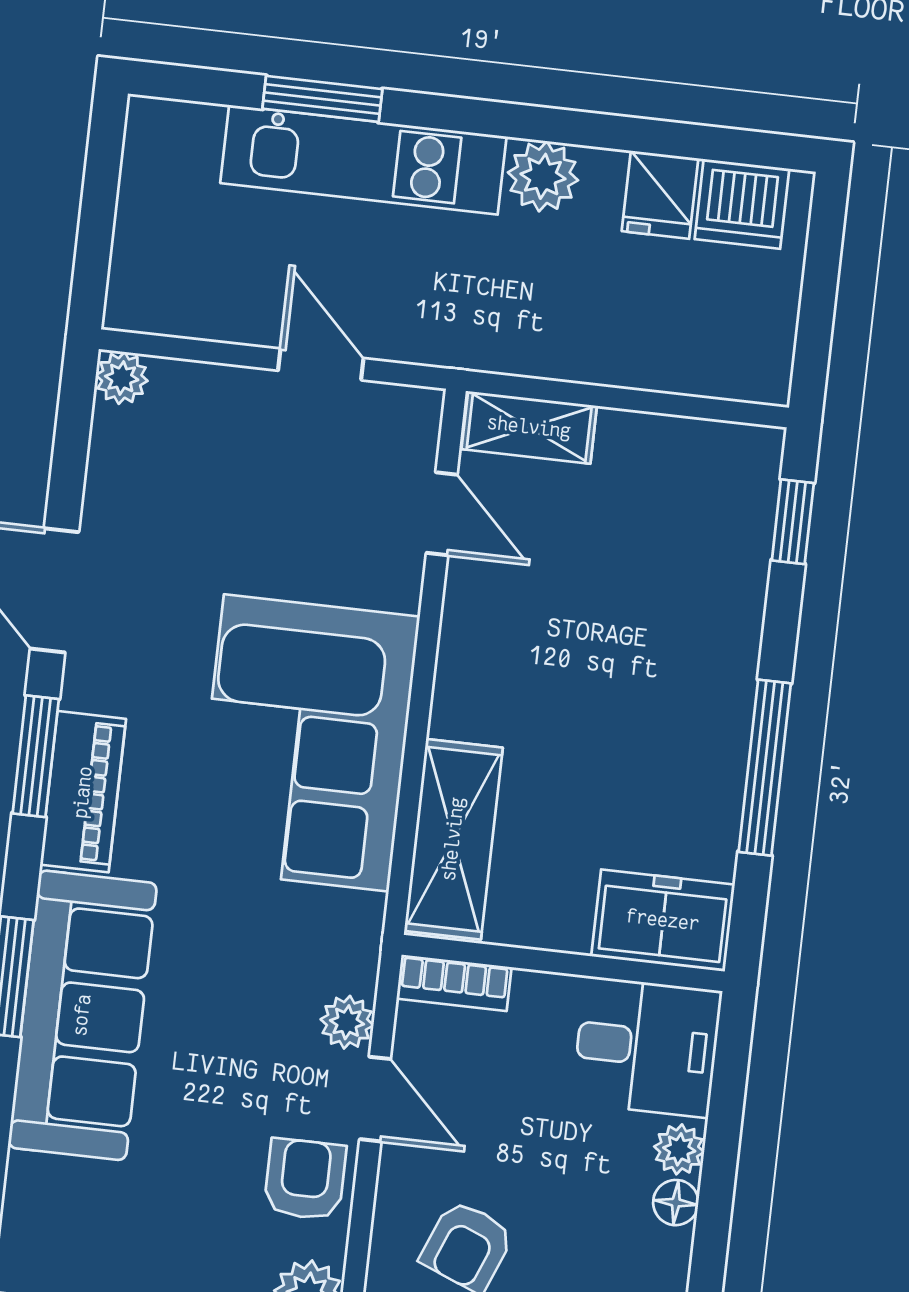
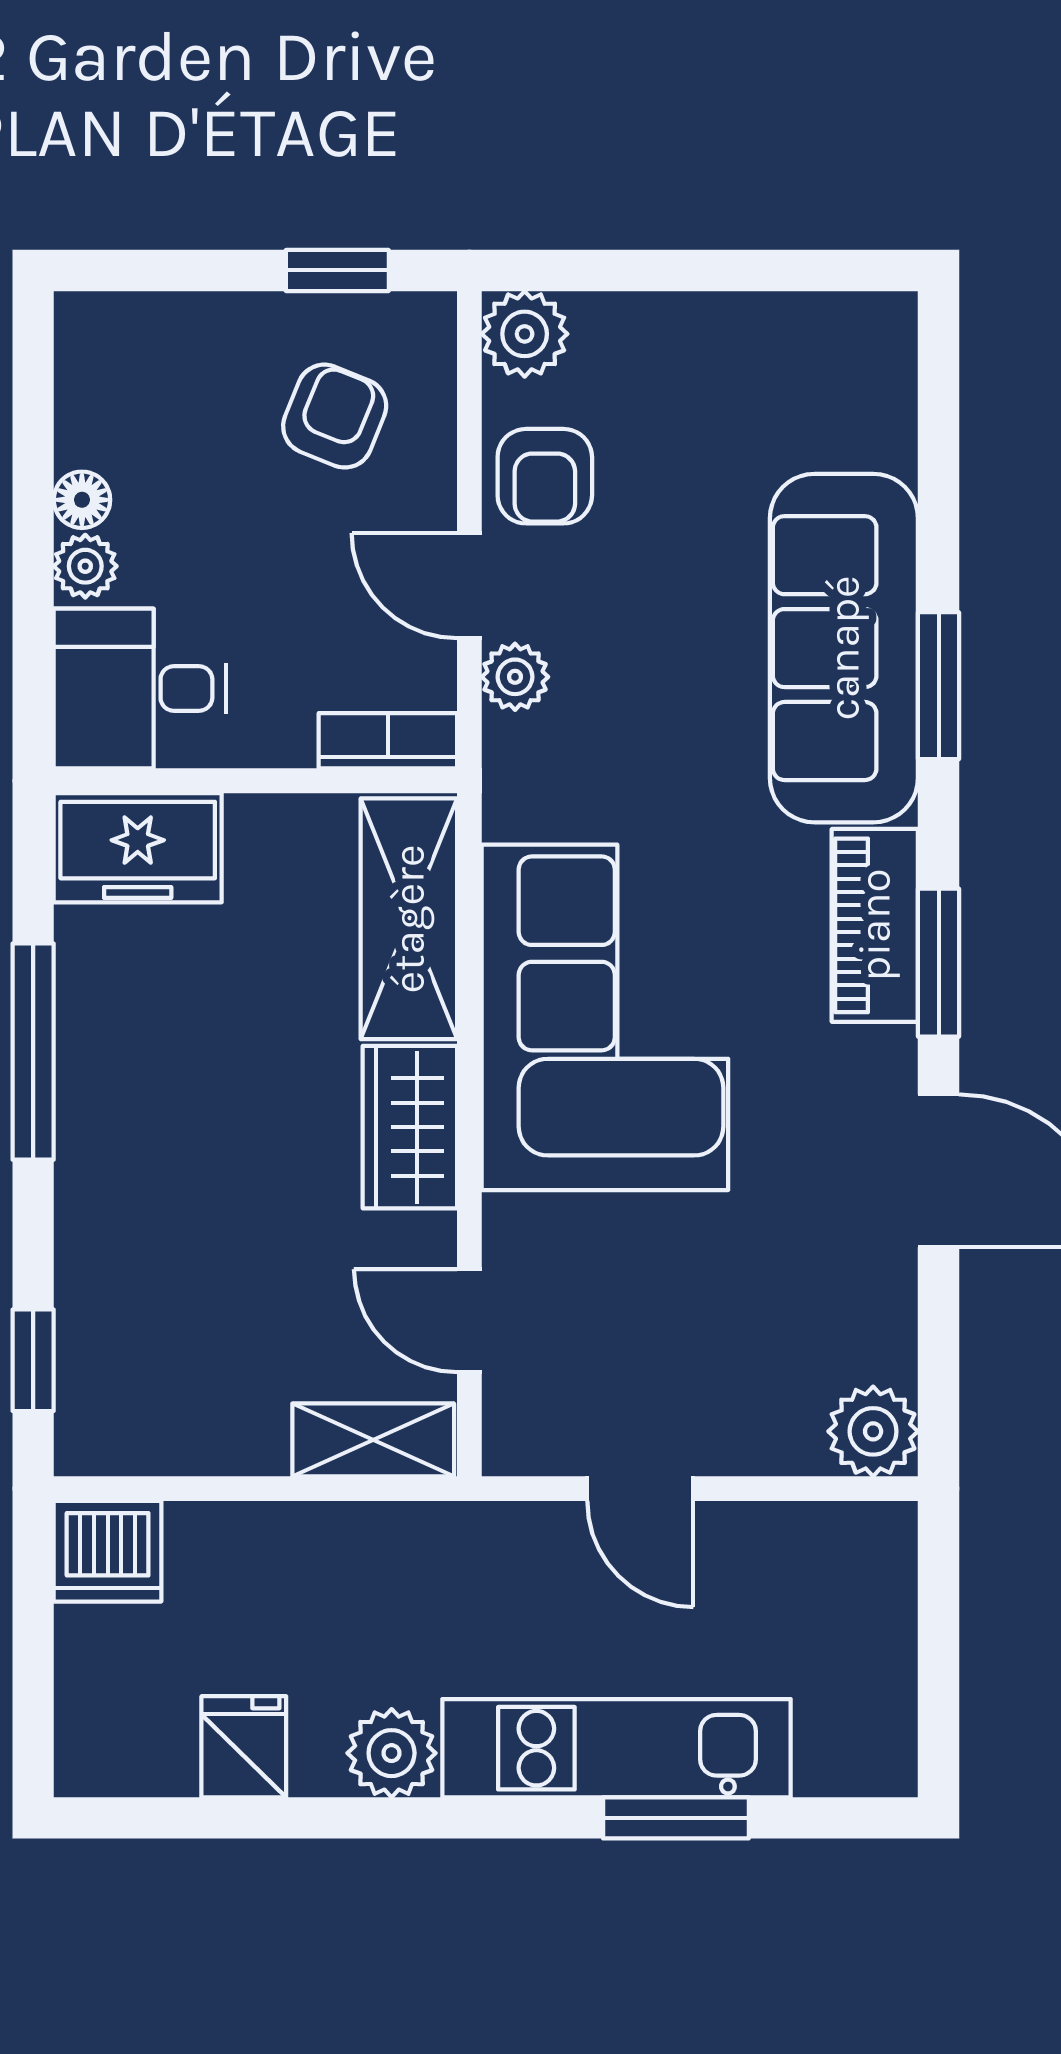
dishwasher: (742, 204) -> (108, 1551), moved, turned 180
plant: (122, 378) -> (873, 1431), width x1.38, depth x1.38
wardrobe: (472, 673) -> (410, 1127), added

